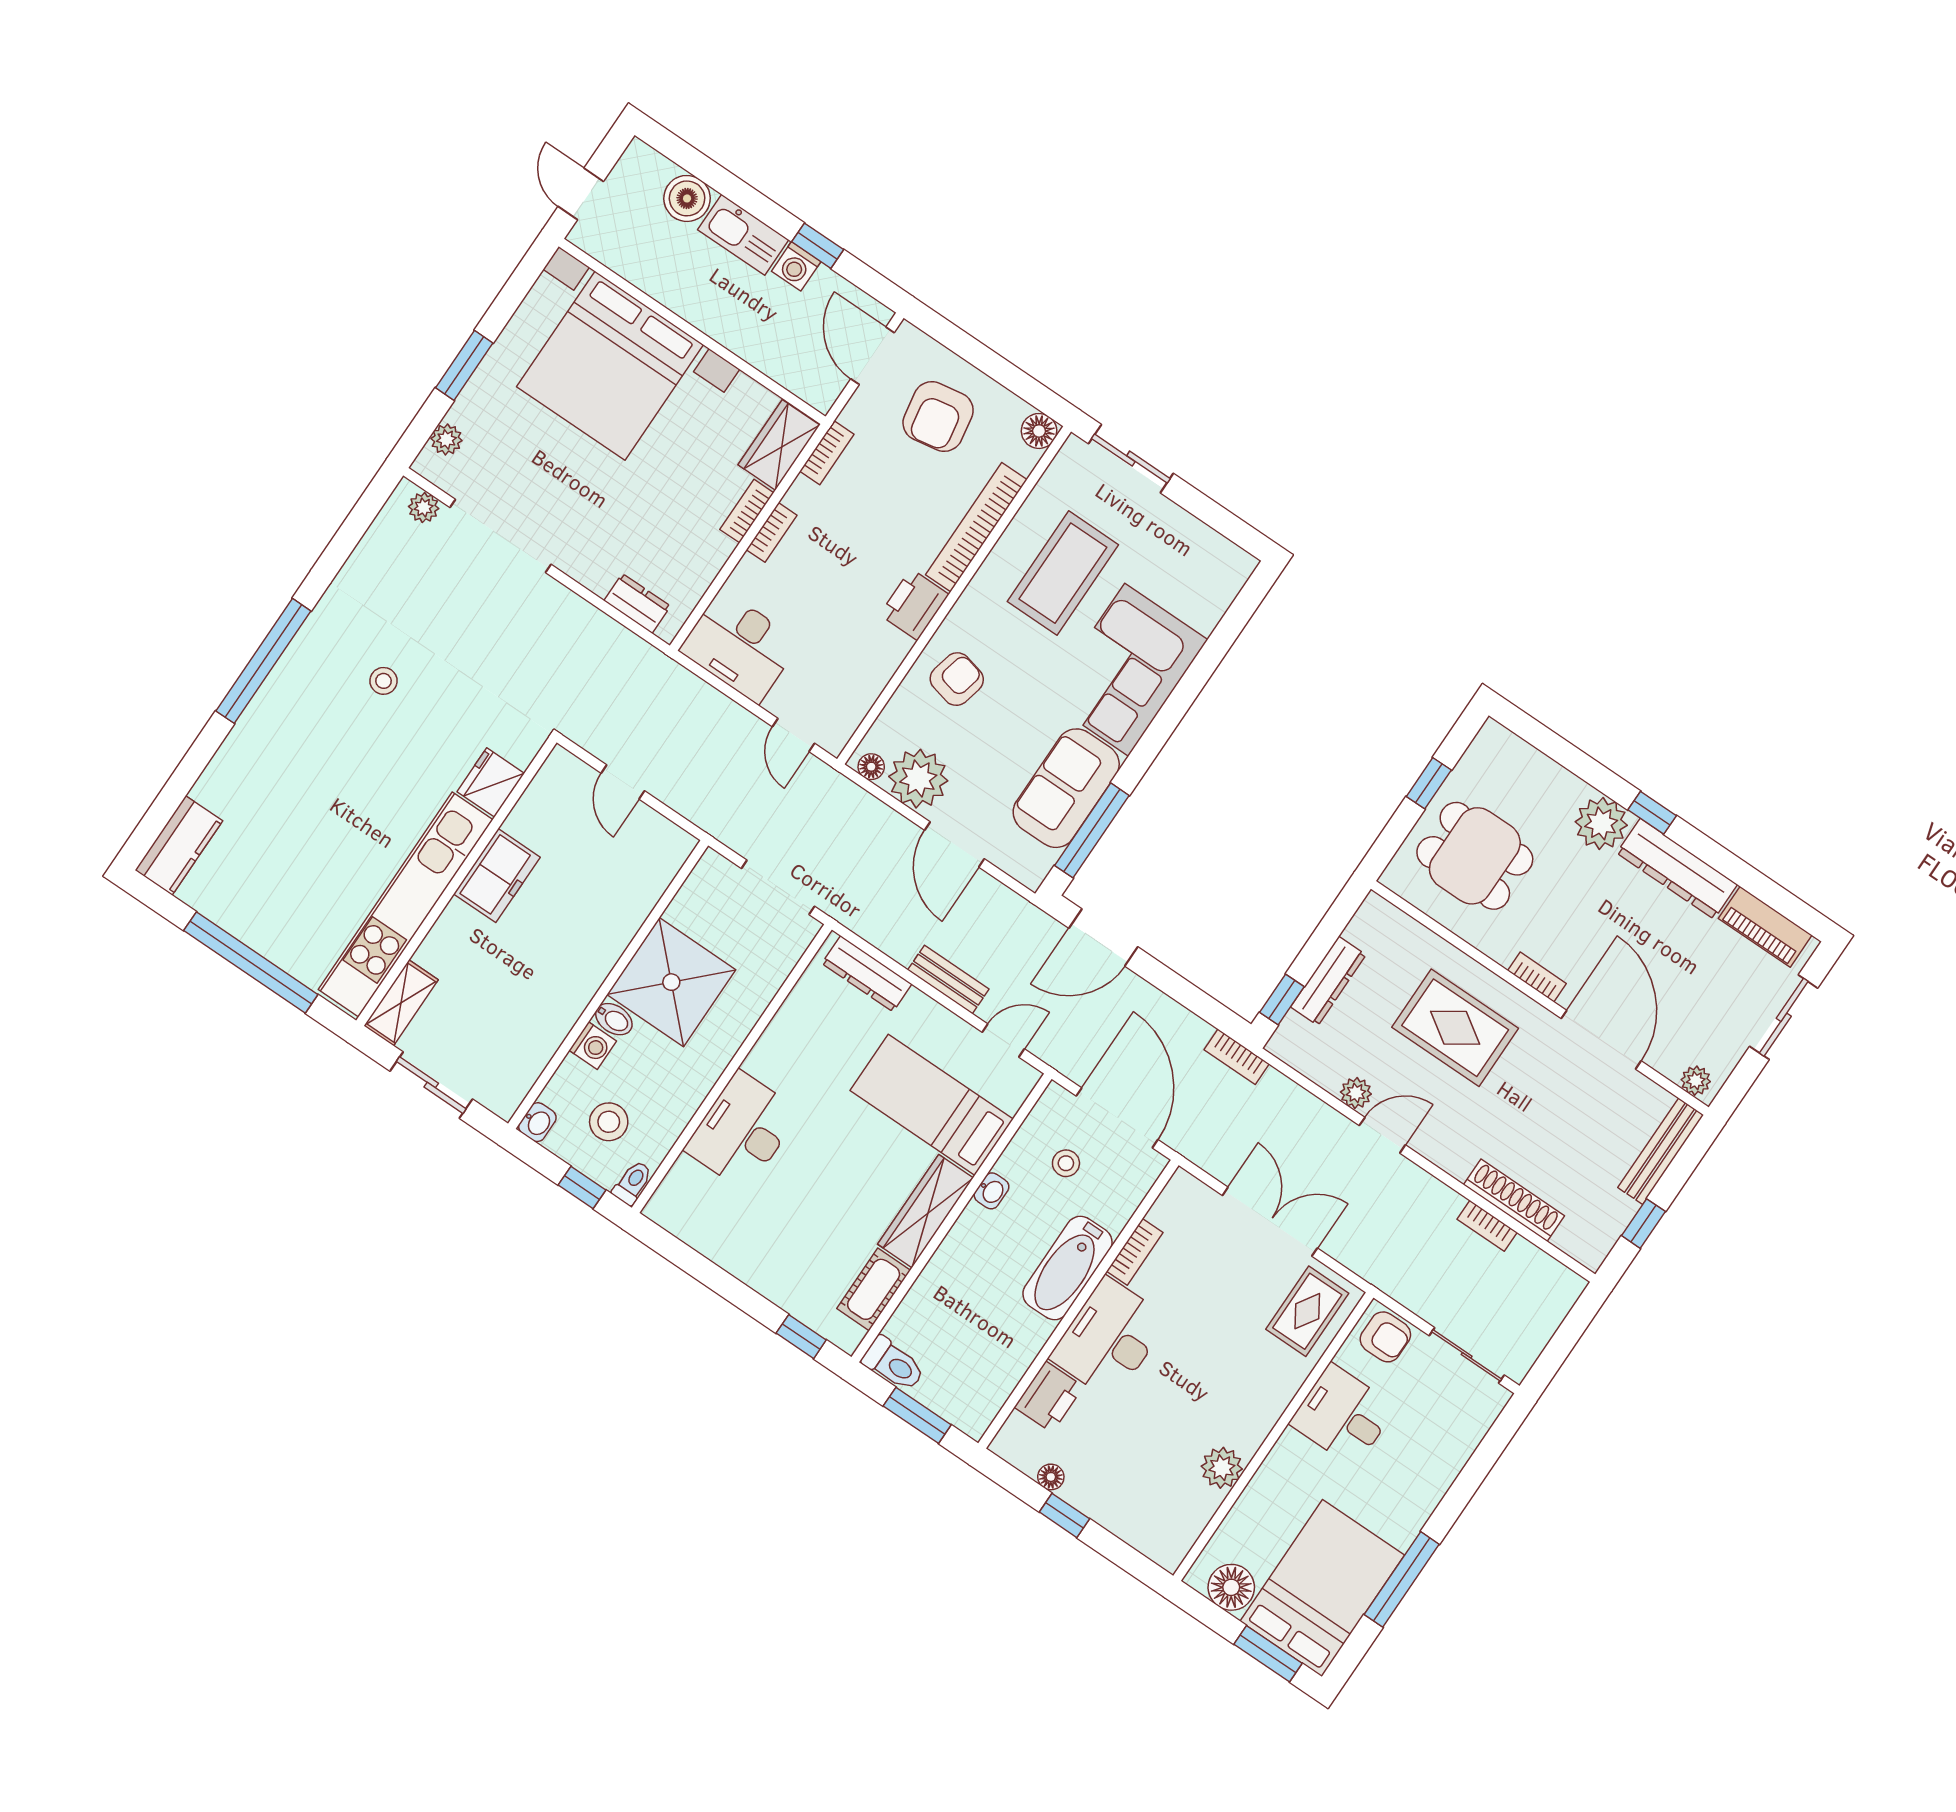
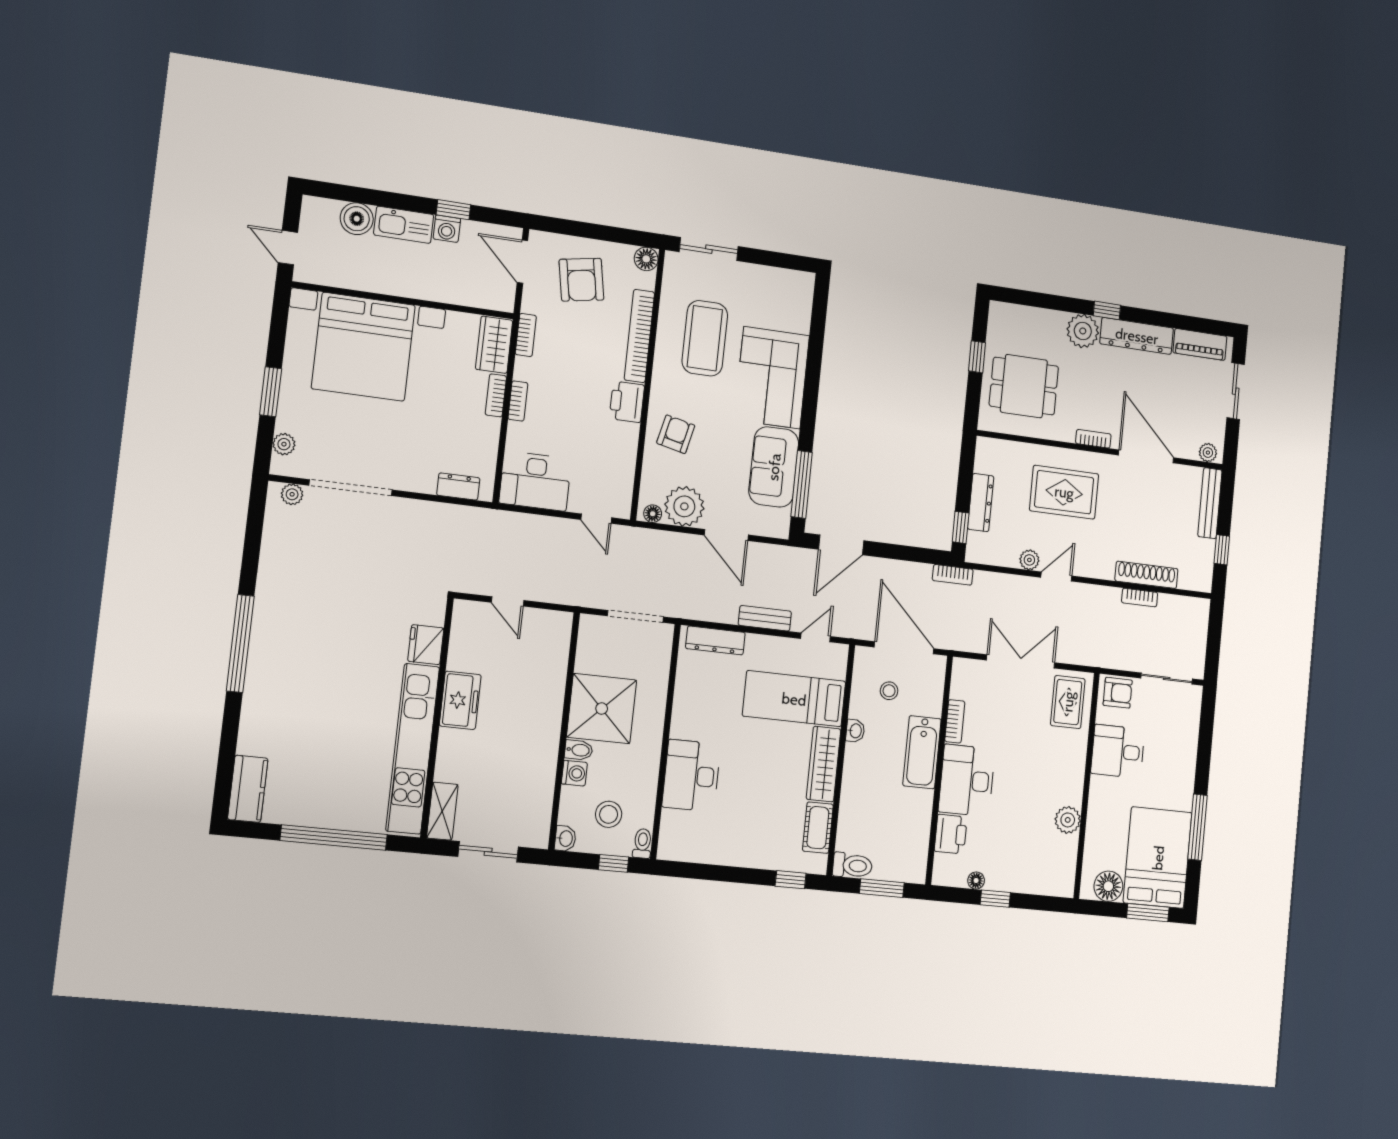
stool: (384, 681) -> (324, 616), removed

